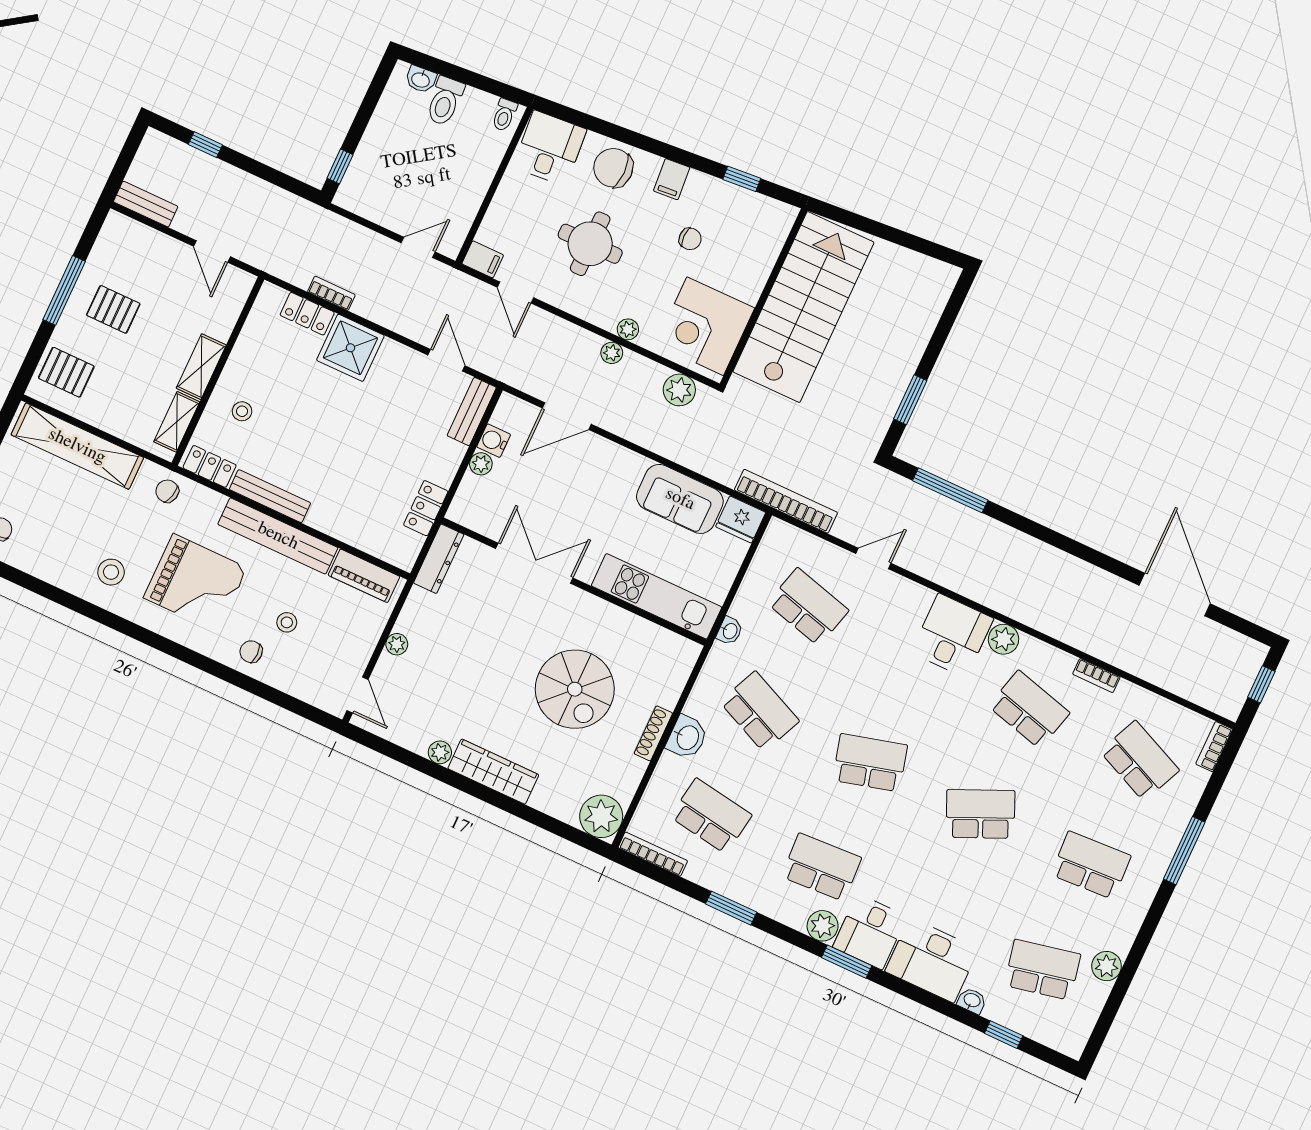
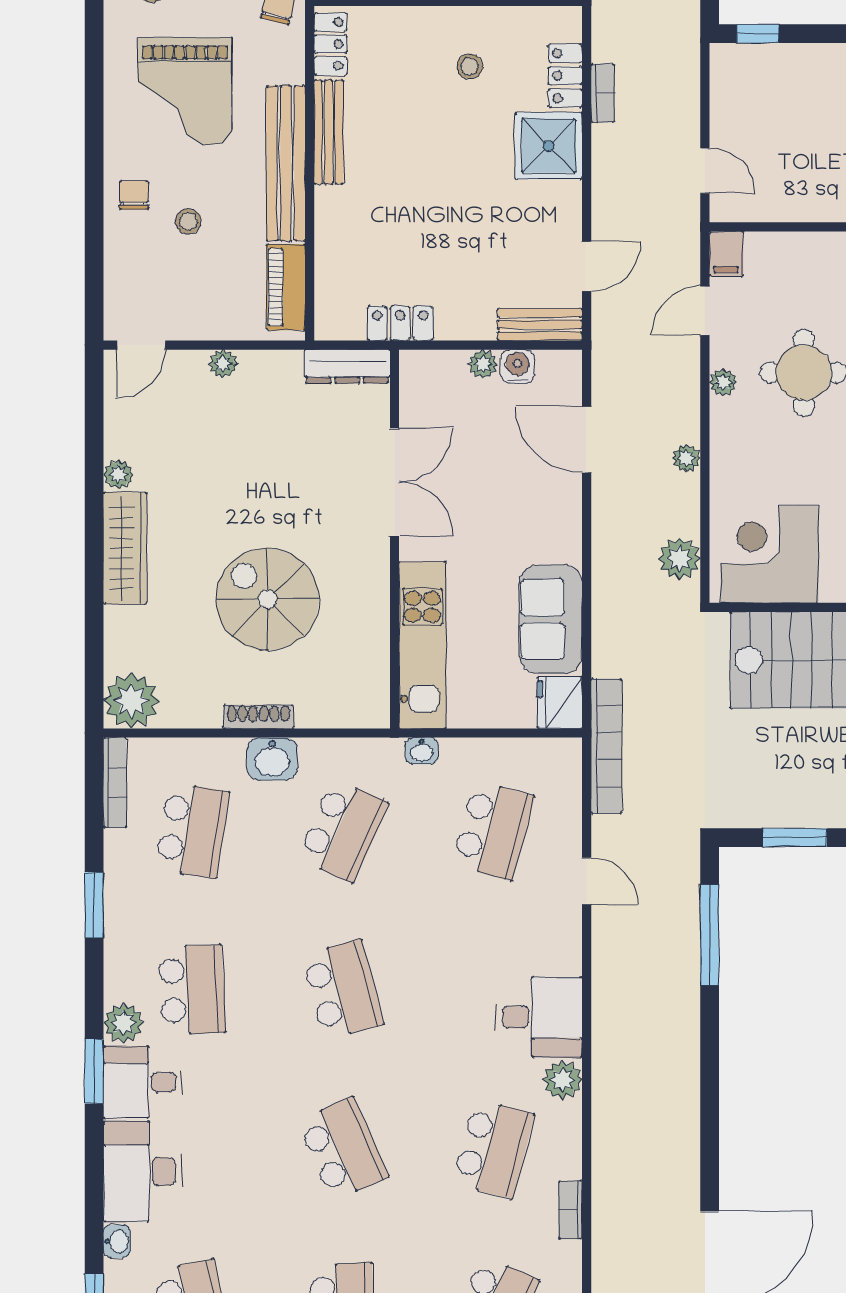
plant: (628, 329) -> (723, 382), moved
stool: (242, 411) -> (470, 66), moved
spiral stairs: (575, 689) -> (268, 599), turned 90

